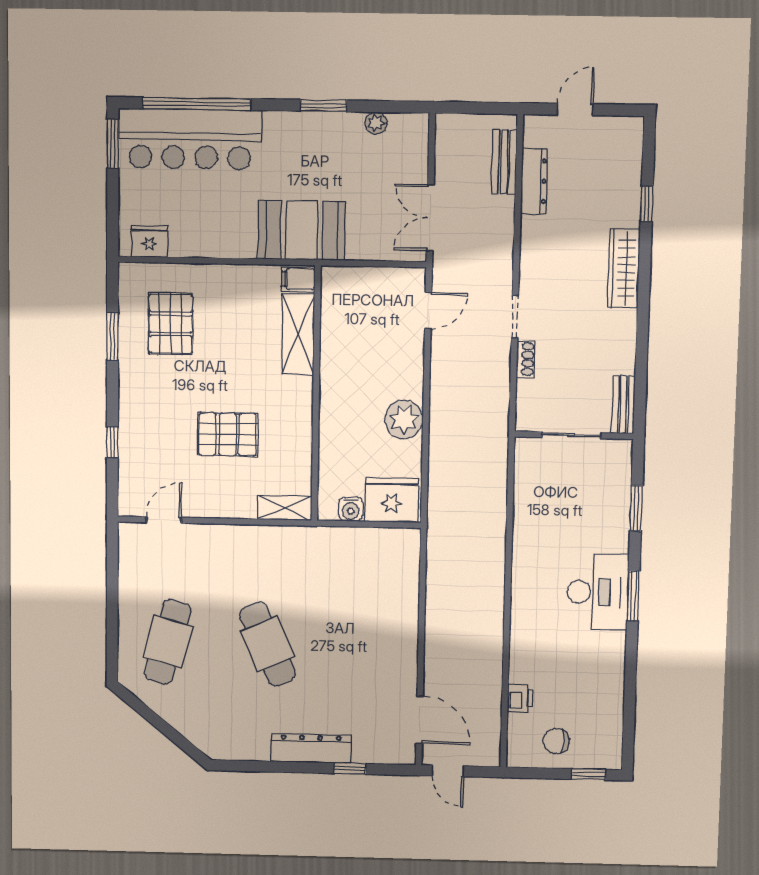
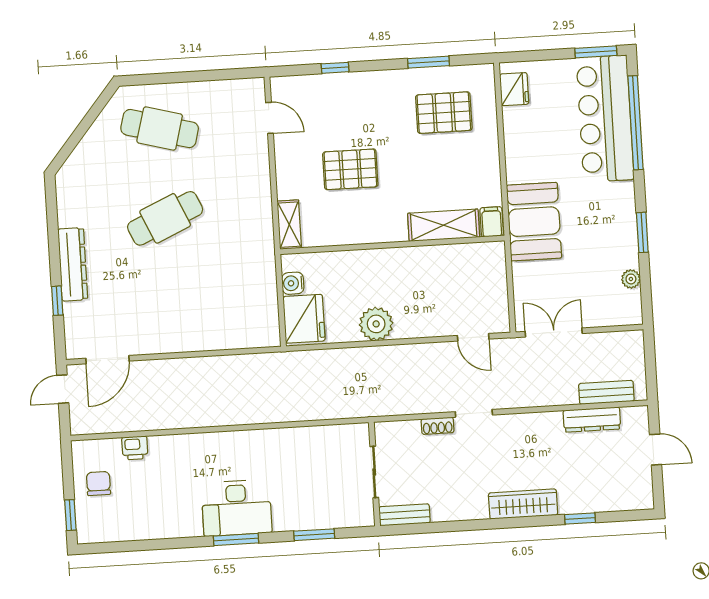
pallet: (228, 434) -> (350, 169), turned 90

